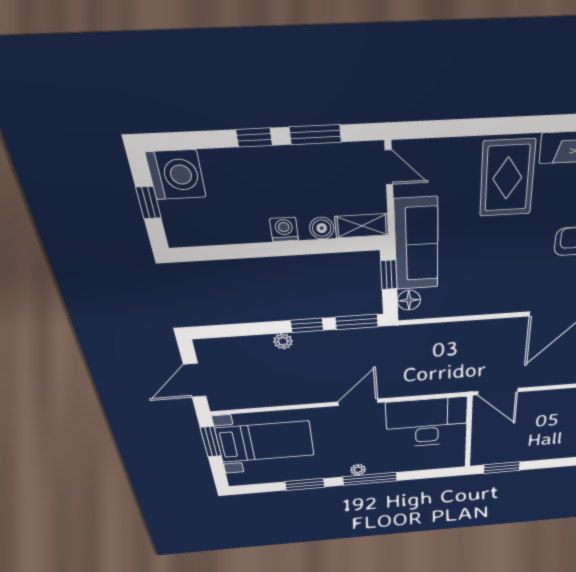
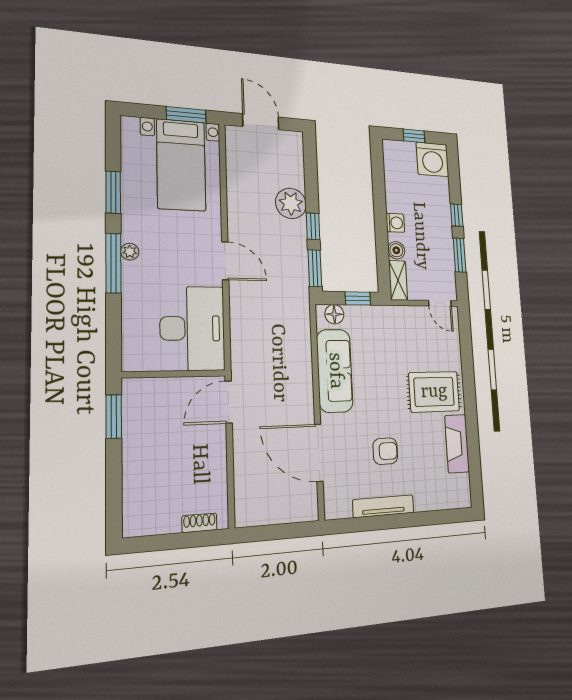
door: (389, 167) -> (440, 303), hinge flipped
sofa: (416, 244) -> (335, 371), moved, turned -90
plant: (283, 341) -> (291, 203), width x1.87, depth x1.87

